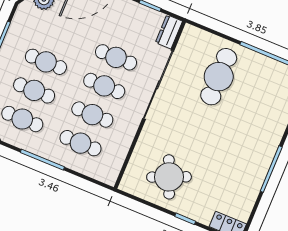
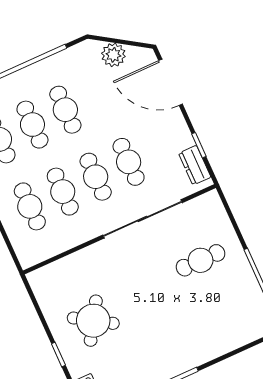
dresser: (169, 32) -> (195, 165), moved, turned -90
cafe table: (219, 77) -> (201, 260), width x0.73, depth x0.74
round table: (169, 177) -> (93, 321), moved, turned -35

